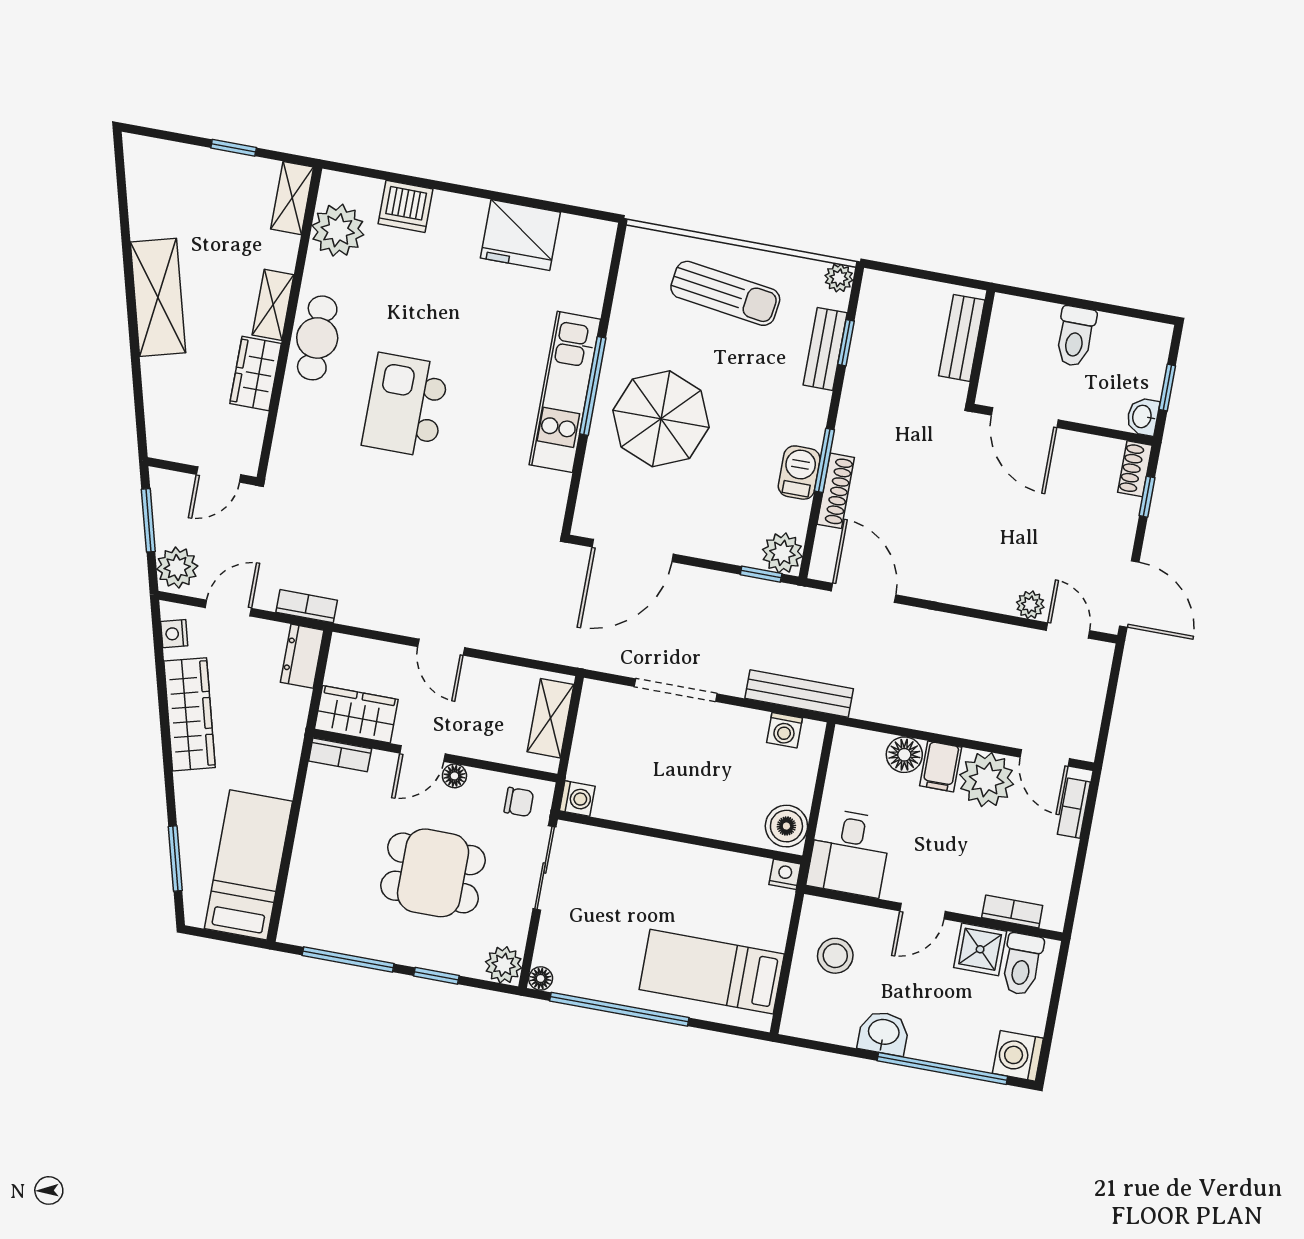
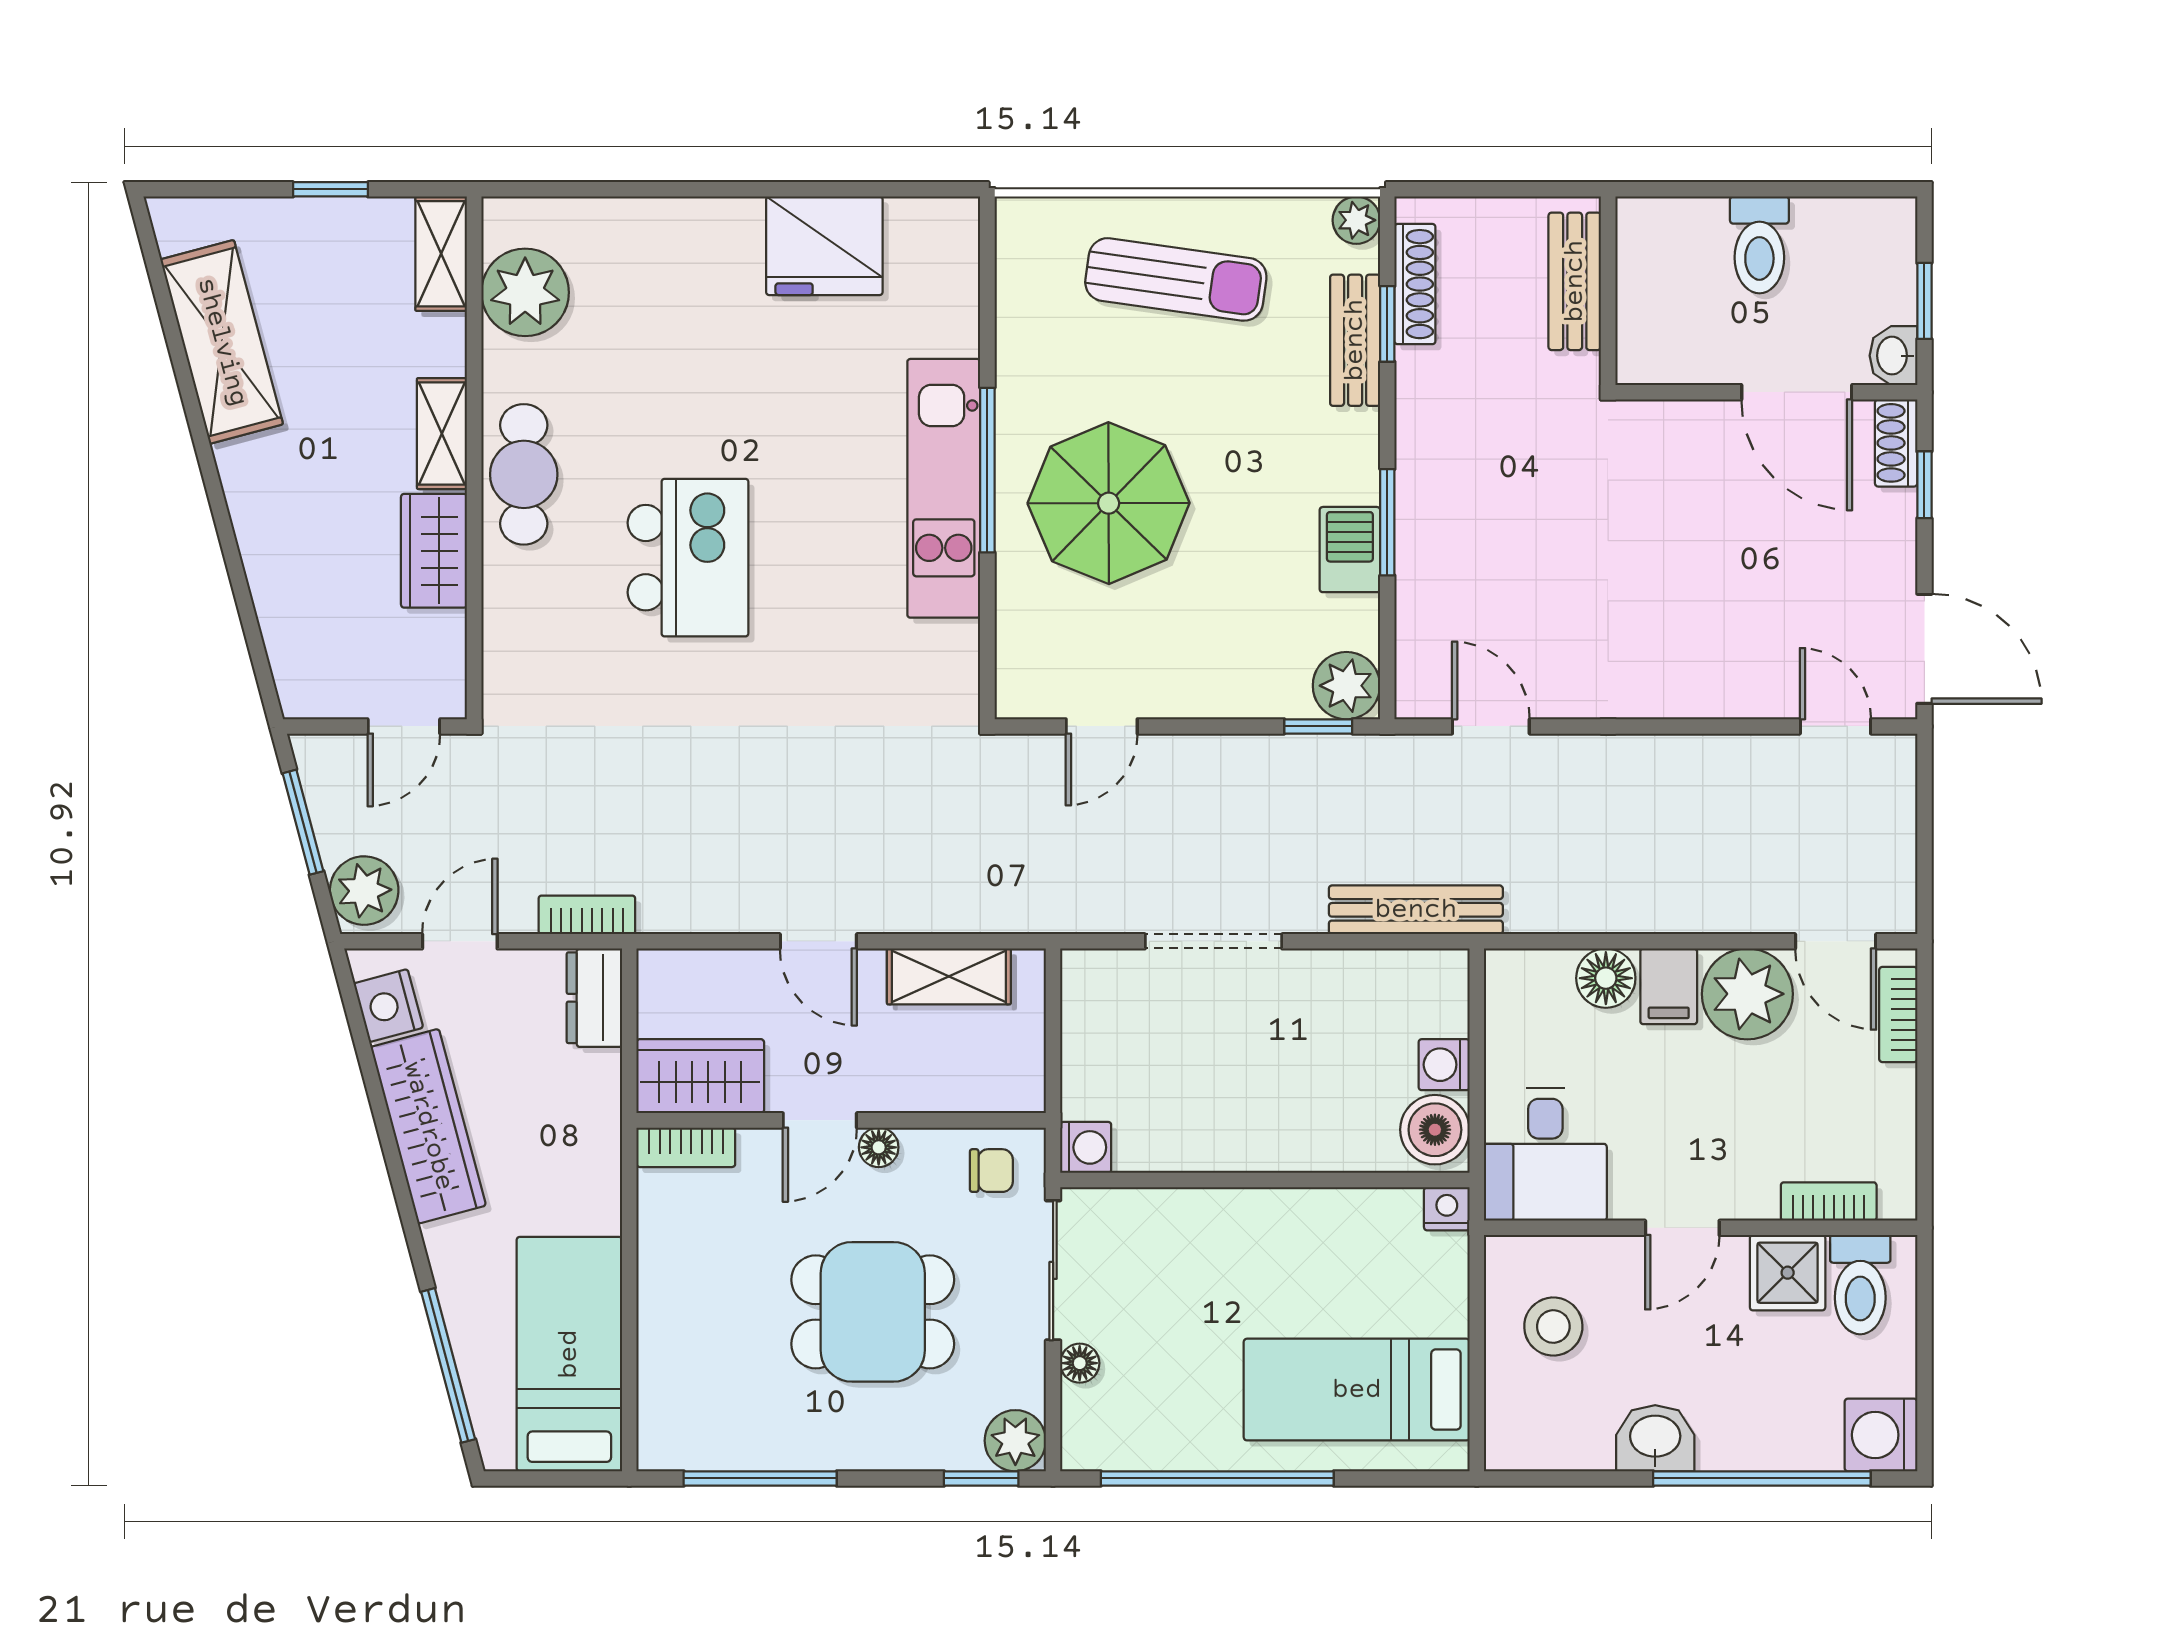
dishwasher: (406, 206) -> (629, 233), removed
shelving: (158, 297) -> (222, 342), moved
kitchen island: (406, 405) -> (688, 558), turned 180
door: (1025, 417) -> (1797, 392), moved
shoe rack: (836, 491) -> (1415, 284), moved
door: (633, 550) -> (1102, 726), width x0.53
door: (864, 593) -> (1491, 726), width x0.73
plant: (1030, 605) -> (1766, 696), removed
nightstand: (174, 634) -> (388, 1006), width x1.39, depth x1.35
shelving: (551, 718) -> (949, 976), moved, turned 90
washing machine: (785, 730) -> (1444, 1065), moved, turned 90
window: (175, 858) -> (448, 1365), width x1.44
window: (436, 976) -> (981, 1478), moved
floor lamp: (541, 978) -> (1080, 1363), moved

